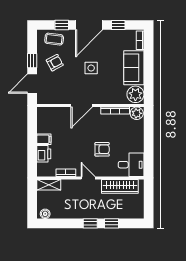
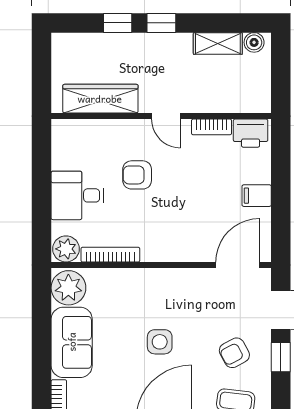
door: (82, 105) -> (238, 265), moved
printer: (44, 154) -> (251, 133), moved, turned -90
desk: (131, 165) -> (77, 195), moved
shelving: (49, 185) -> (218, 43), moved

